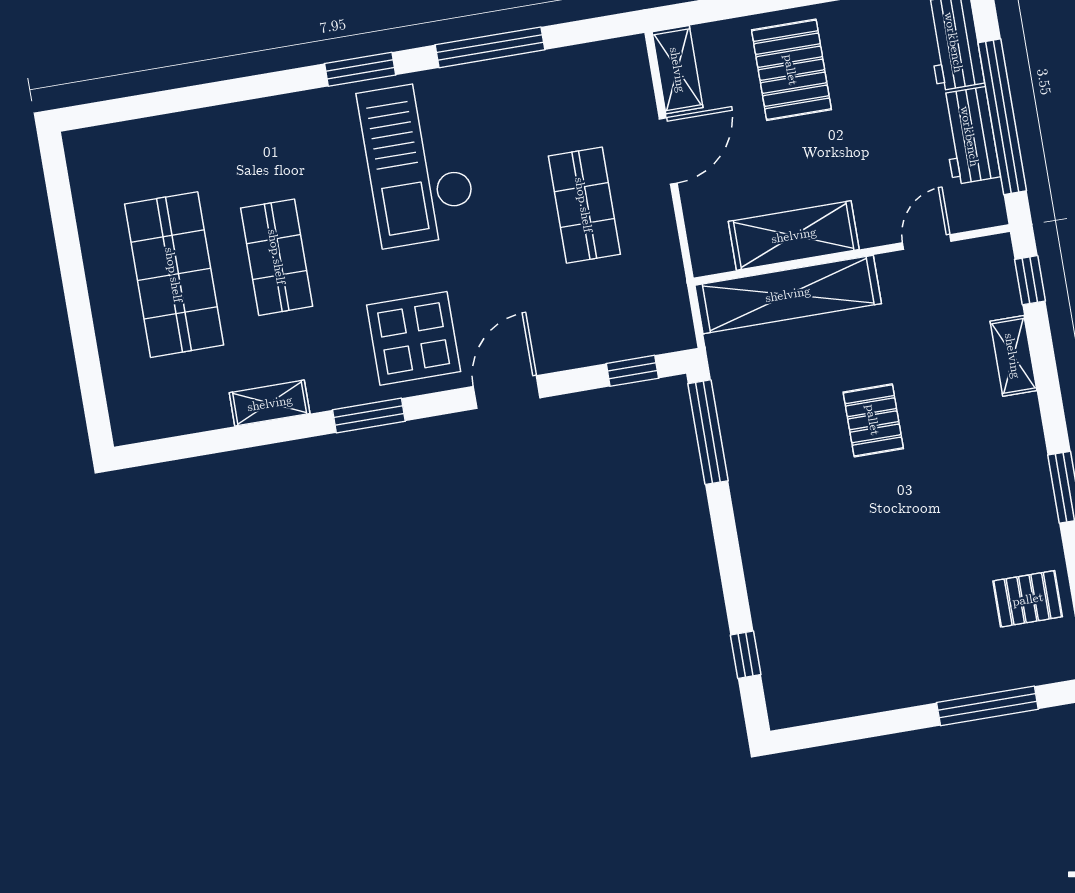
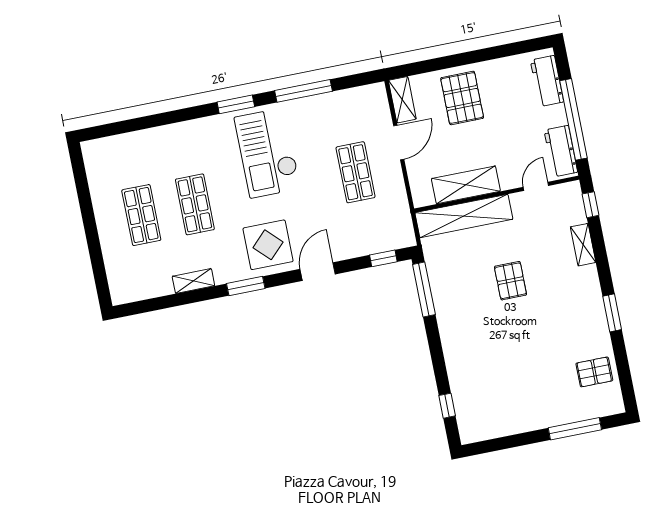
workbench: (970, 136) -> (561, 151), moved
shop shelf: (174, 275) -> (141, 215), width x0.70, depth x0.74

